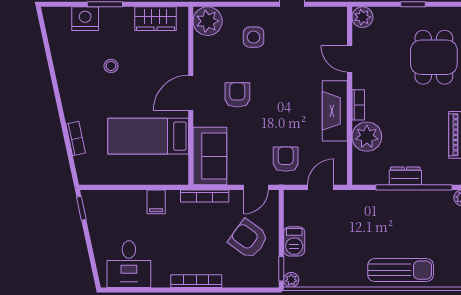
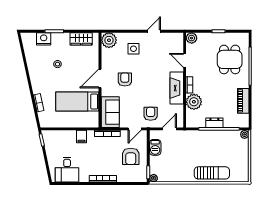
armchair: (248, 239) -> (131, 156), turned -126
barbecue: (294, 241) -> (155, 147), moved

